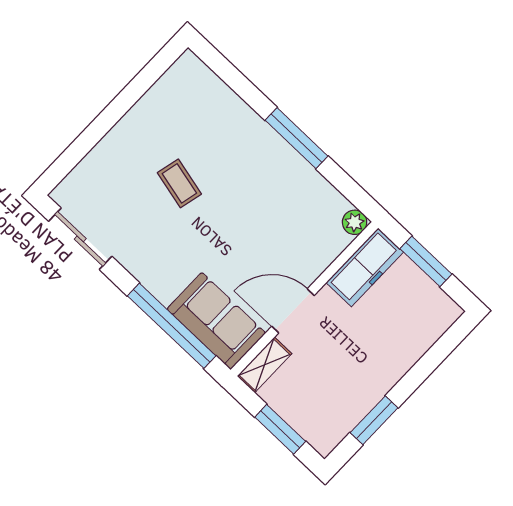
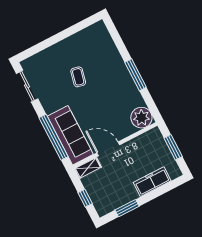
plant: (355, 222) -> (141, 118), width x1.87, depth x1.87
freezer: (365, 267) -> (152, 182), moved, turned 180
sofa: (216, 321) -> (70, 135), width x1.36
window: (280, 429) -> (85, 198), width x0.67

